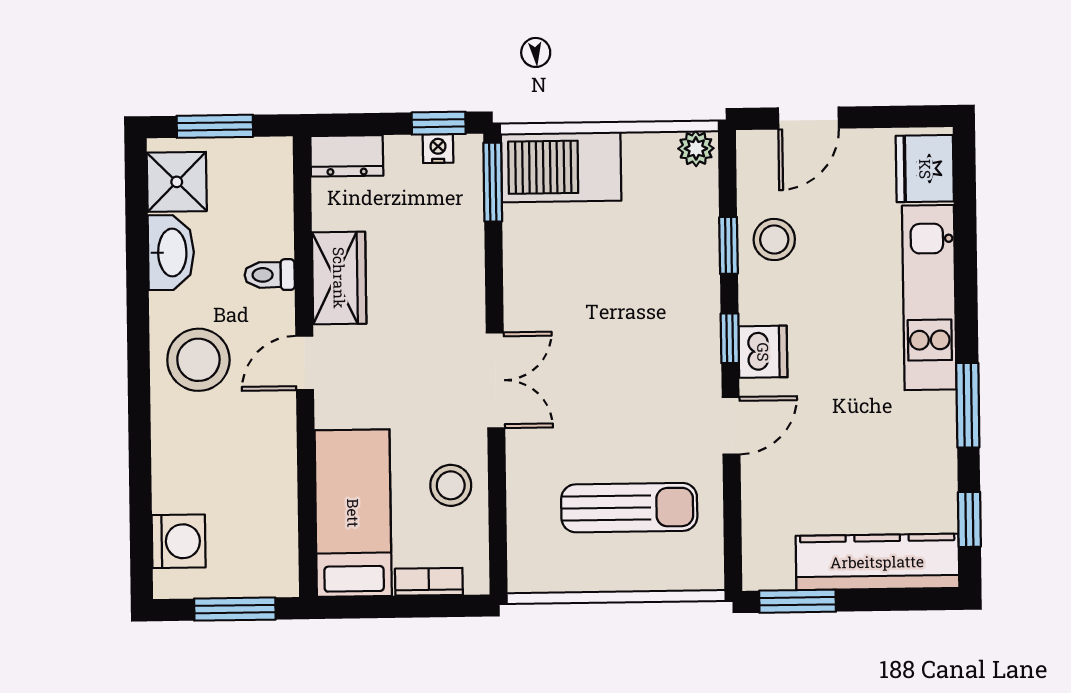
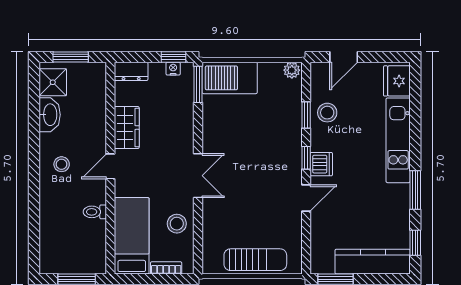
toilet: (270, 275) -> (95, 212), moved
stool: (198, 360) -> (62, 164), width x0.53, depth x0.53
sun lounger: (629, 508) -> (255, 260), moved
washing machine: (179, 541) -> (51, 248), removed

